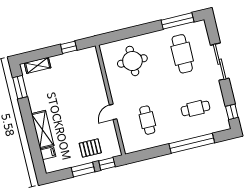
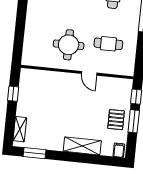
round table: (132, 61) -> (69, 45), moved
pallet: (90, 148) -> (116, 120), moved
filing cabinet: (48, 153) -> (119, 150), moved

